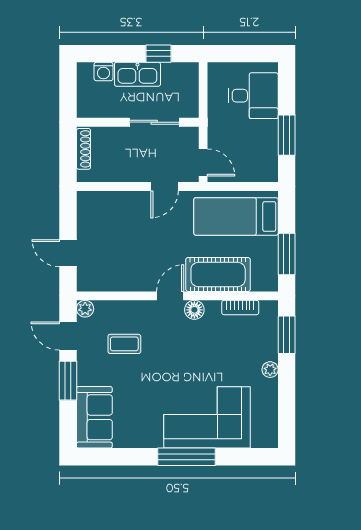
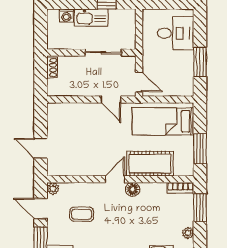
shoe rack: (84, 149) -> (52, 68), width x0.70
door: (164, 187) -> (111, 99), hinge flipped
bookcase: (240, 308) -> (180, 188), moved

